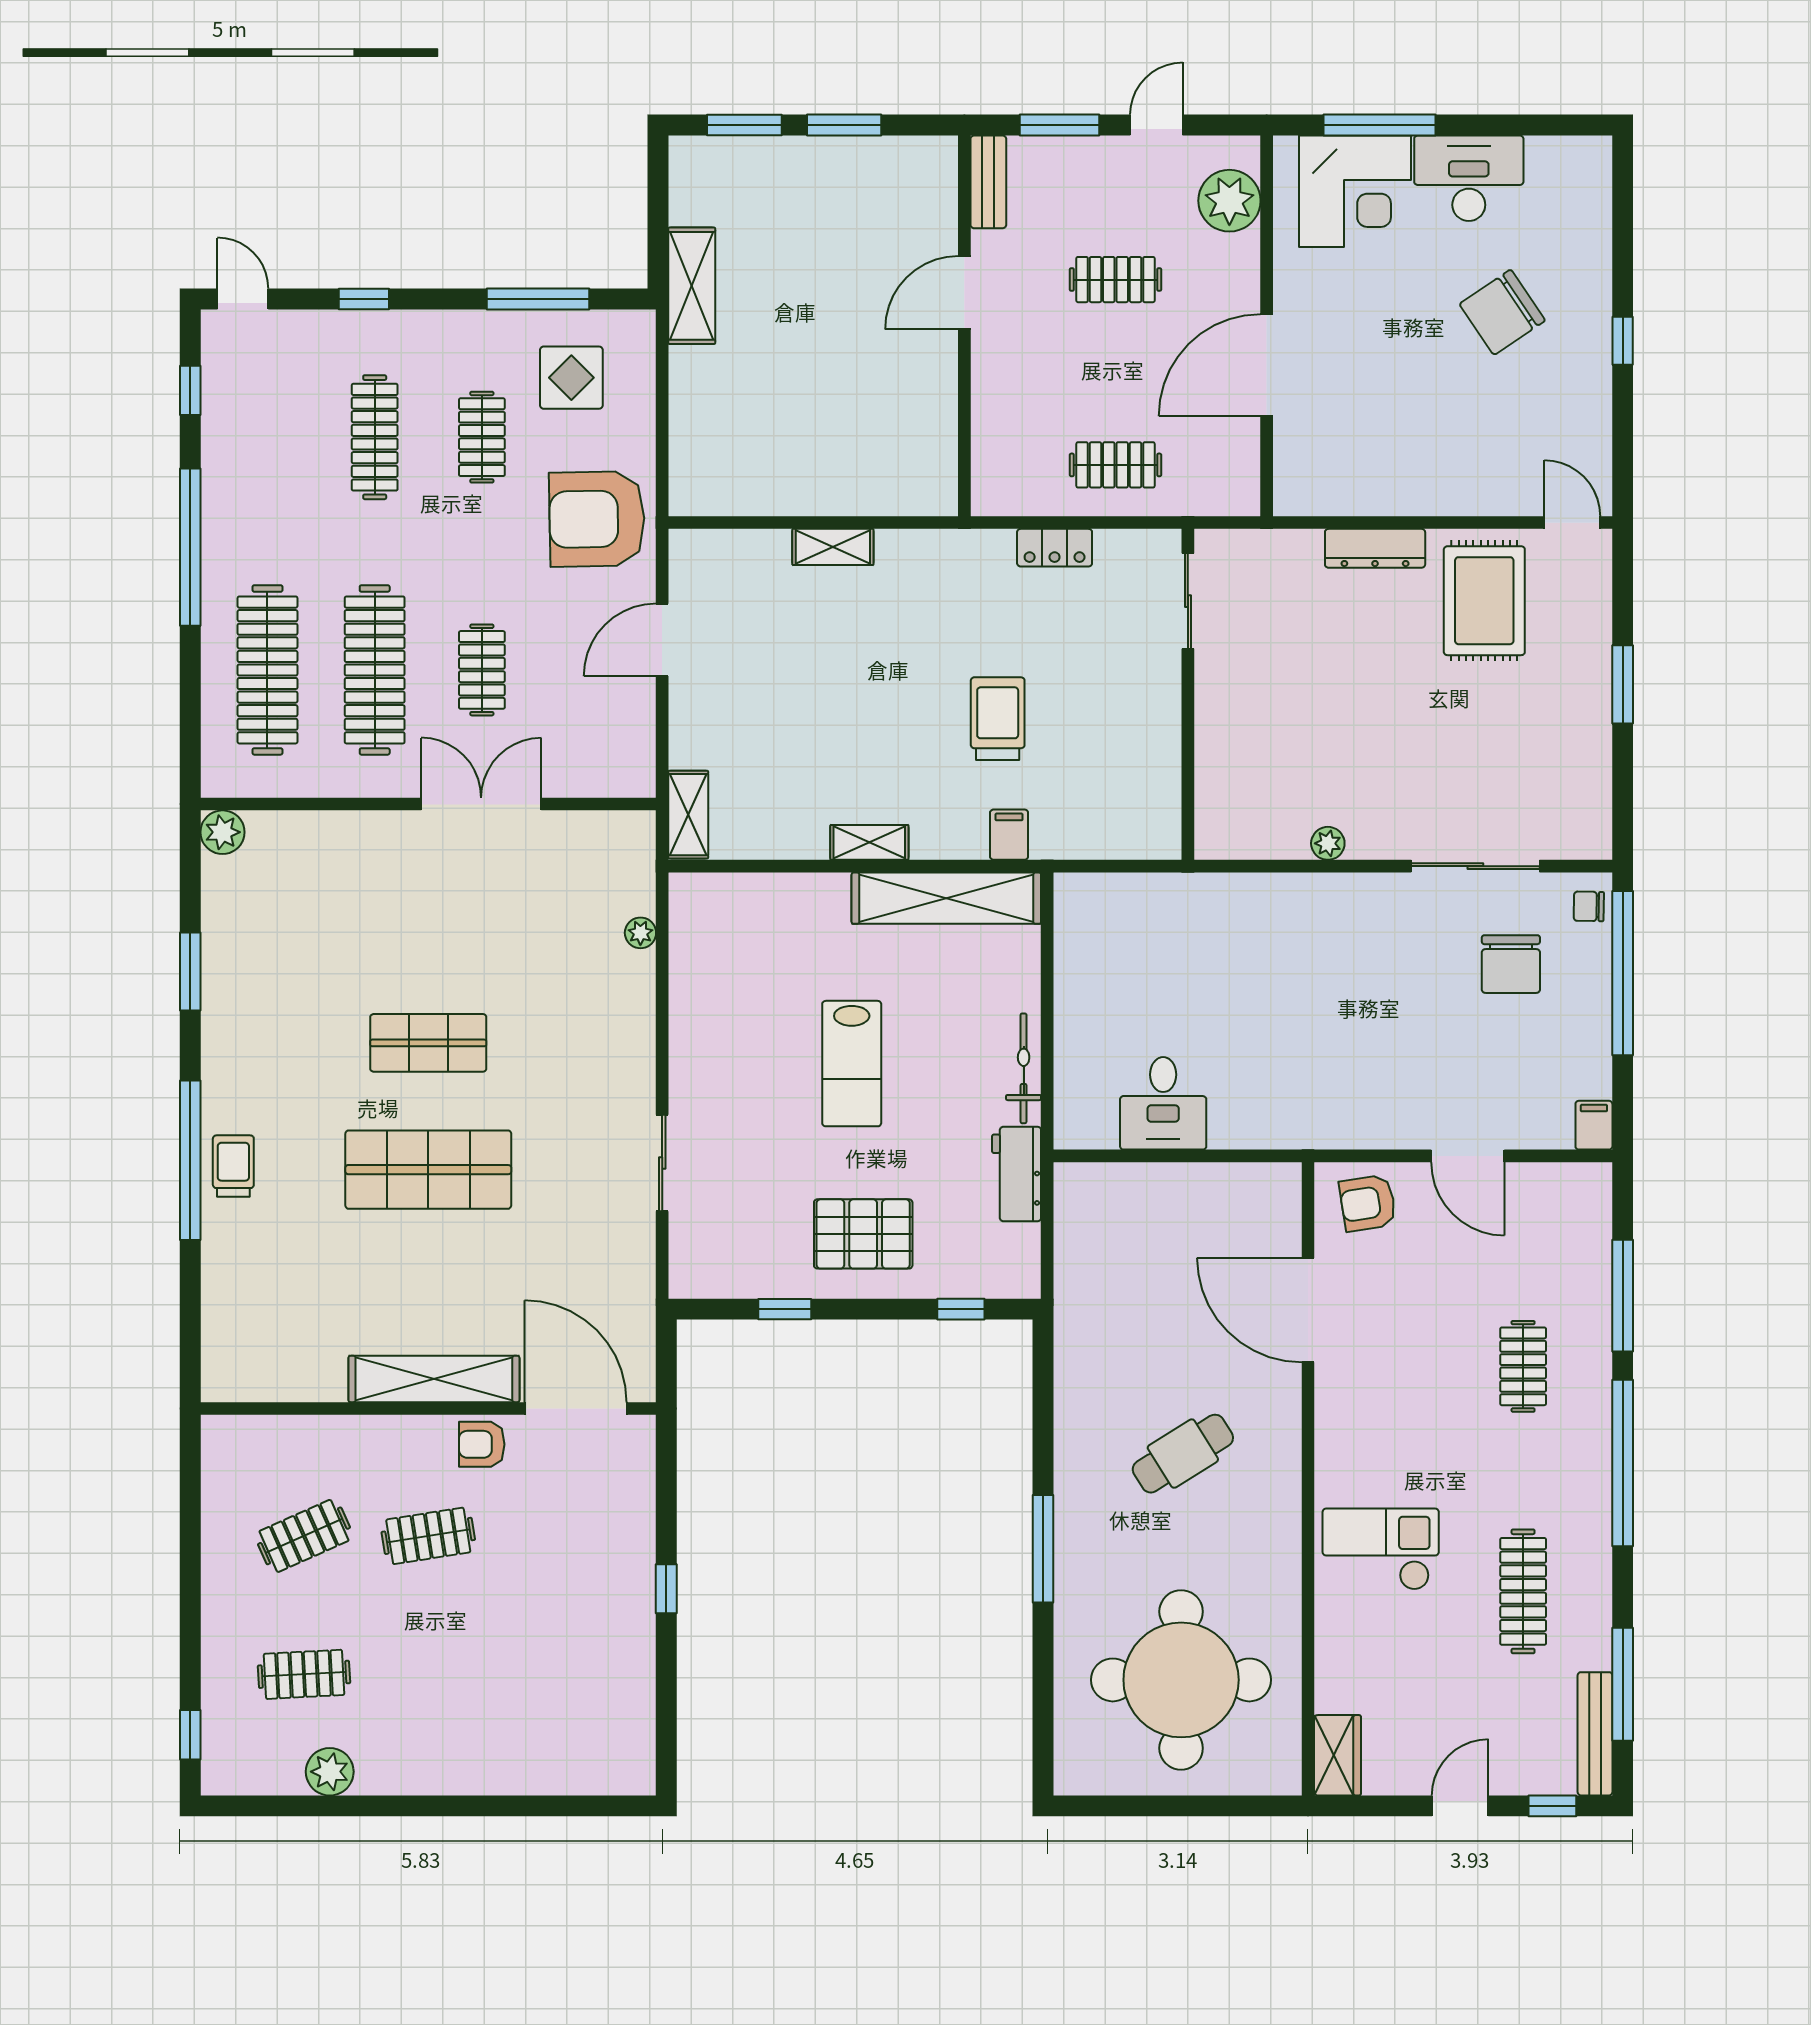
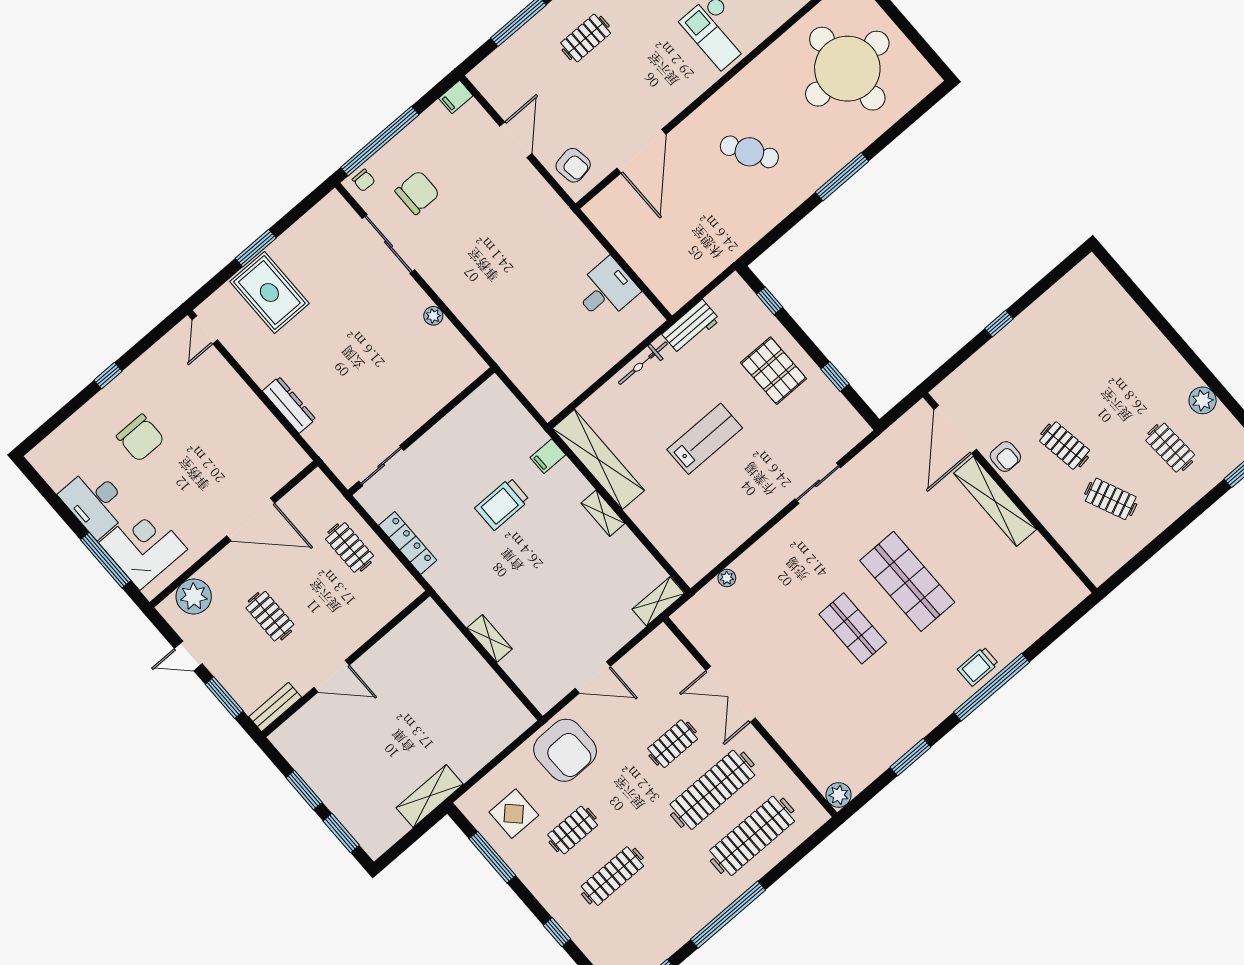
chair: (1502, 312) -> (140, 438), turned 34
locker: (1055, 548) -> (408, 543), width x1.53
rug: (1484, 601) -> (269, 293), moved, turned 90

